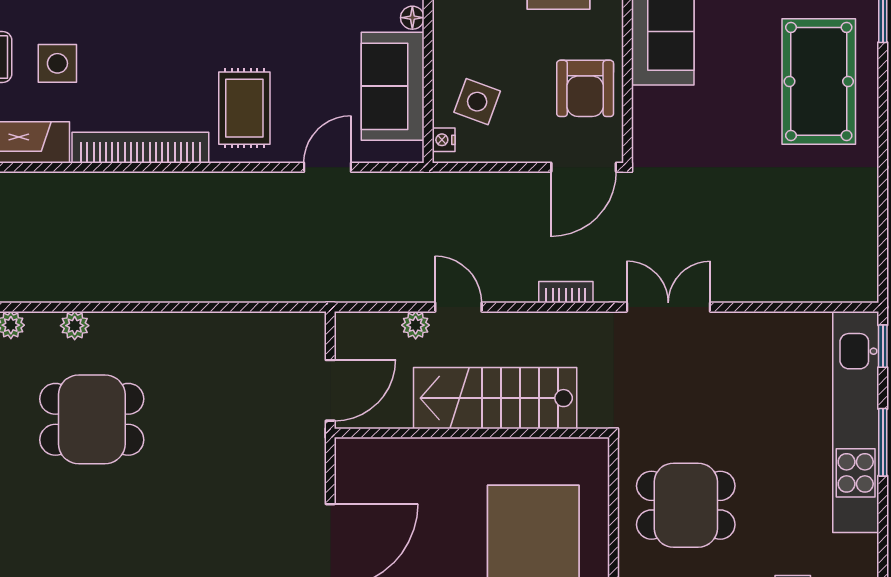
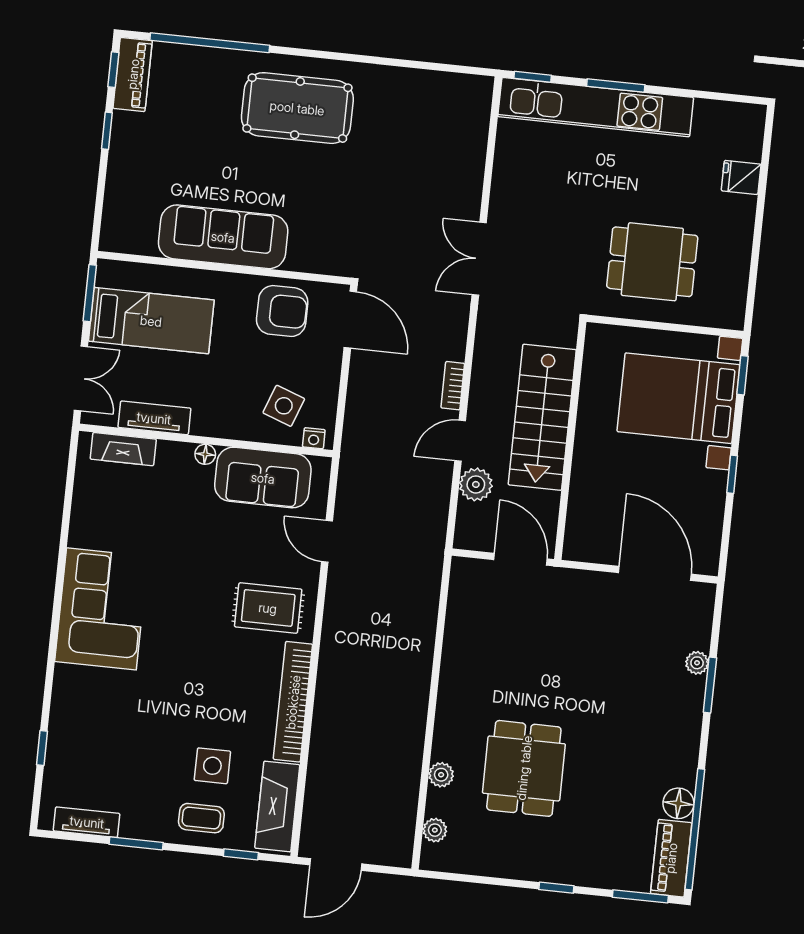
bookcase: (566, 292) -> (453, 386), moved
plant: (416, 325) -> (476, 484), width x1.38, depth x1.38
dining table: (686, 505) -> (652, 262), turned 90

